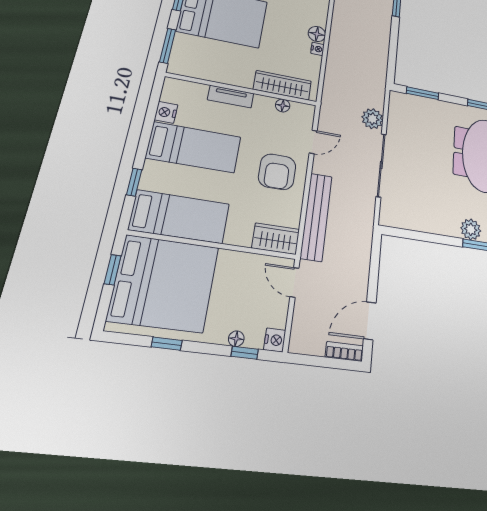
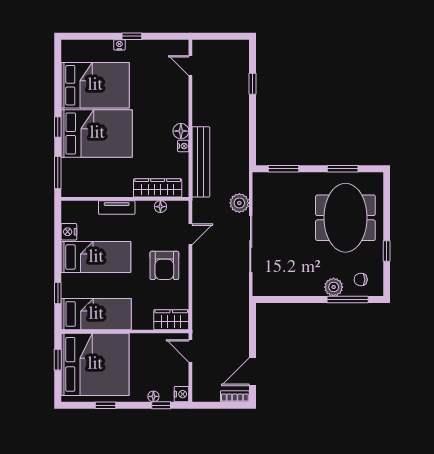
bench: (316, 217) -> (201, 162), moved

